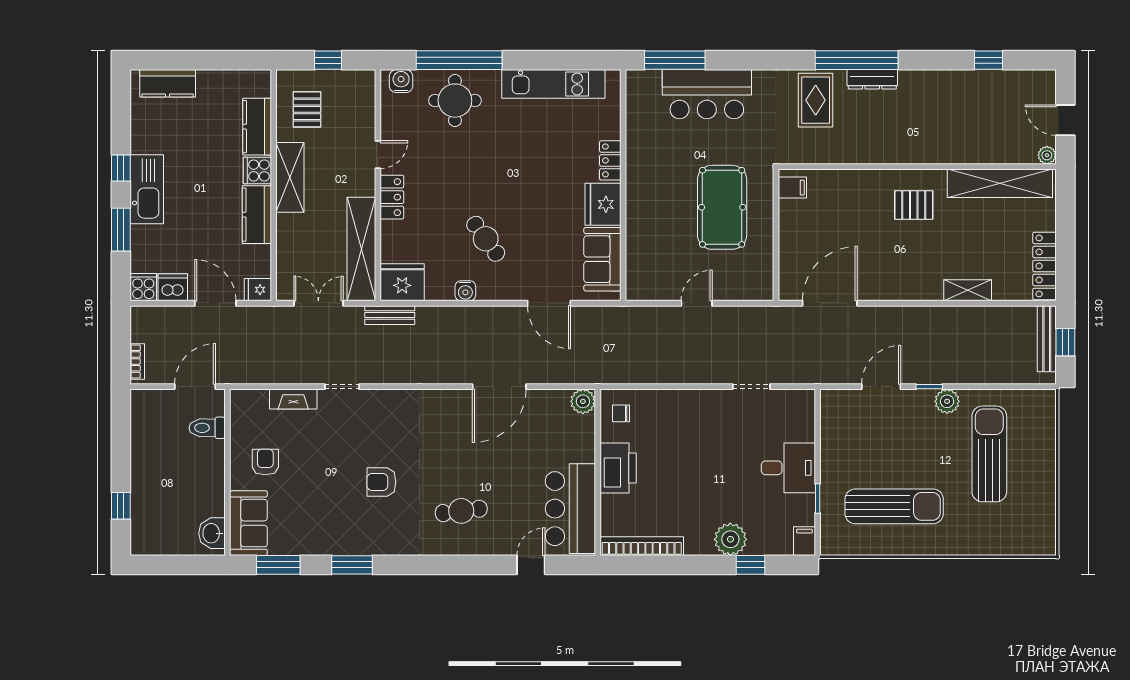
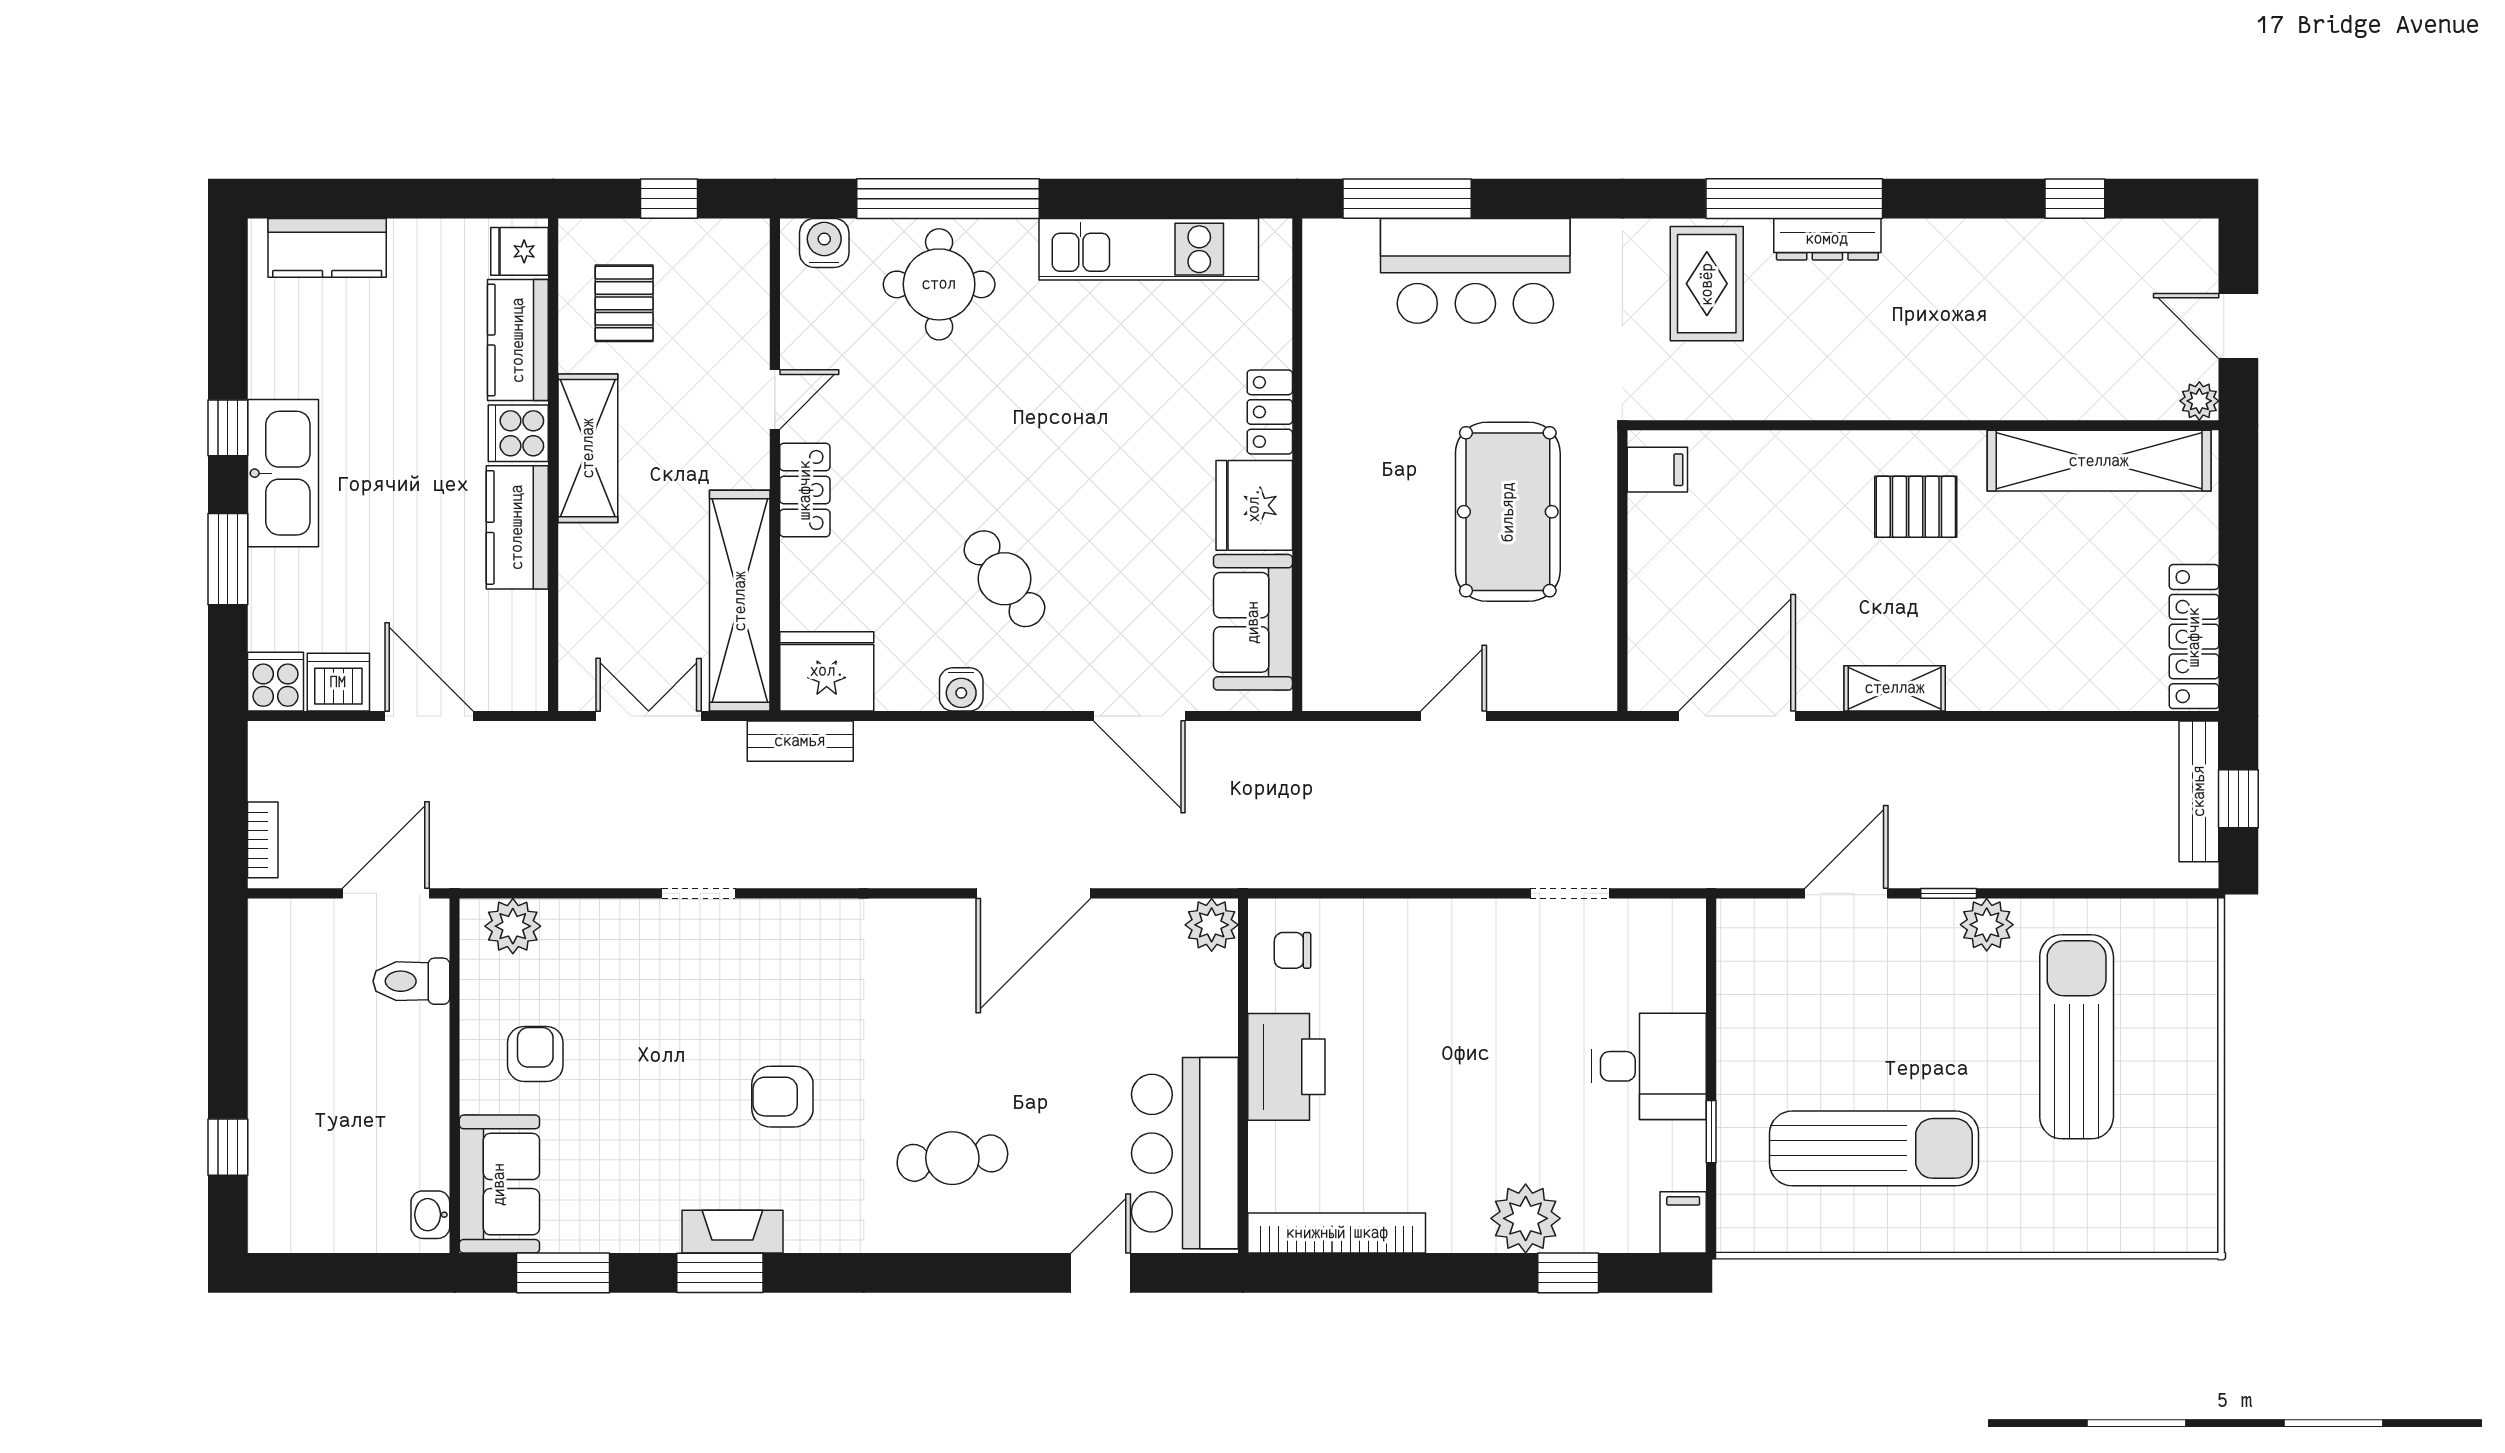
fridge: (258, 290) -> (520, 251), moved
shelving: (968, 290) -> (1895, 688), moved
fireplace: (293, 399) -> (732, 1232), moved, turned 180
plant: (255, 402) -> (513, 926), added
washbasin: (212, 533) -> (430, 1215), width x0.72, depth x0.69

